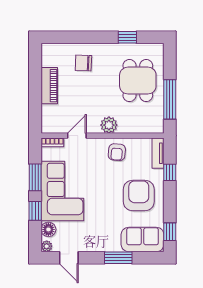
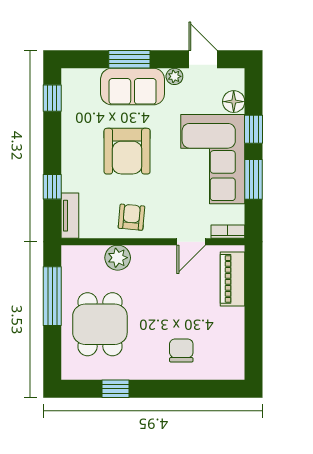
chair: (83, 63) -> (181, 350), turned -92
piano: (49, 86) -> (233, 279), moved
plant: (109, 125) -> (118, 258), moved
armchair: (139, 195) -> (127, 151), moved
sofa: (143, 239) -> (133, 87), moved
plant: (47, 246) -> (174, 76), moved

